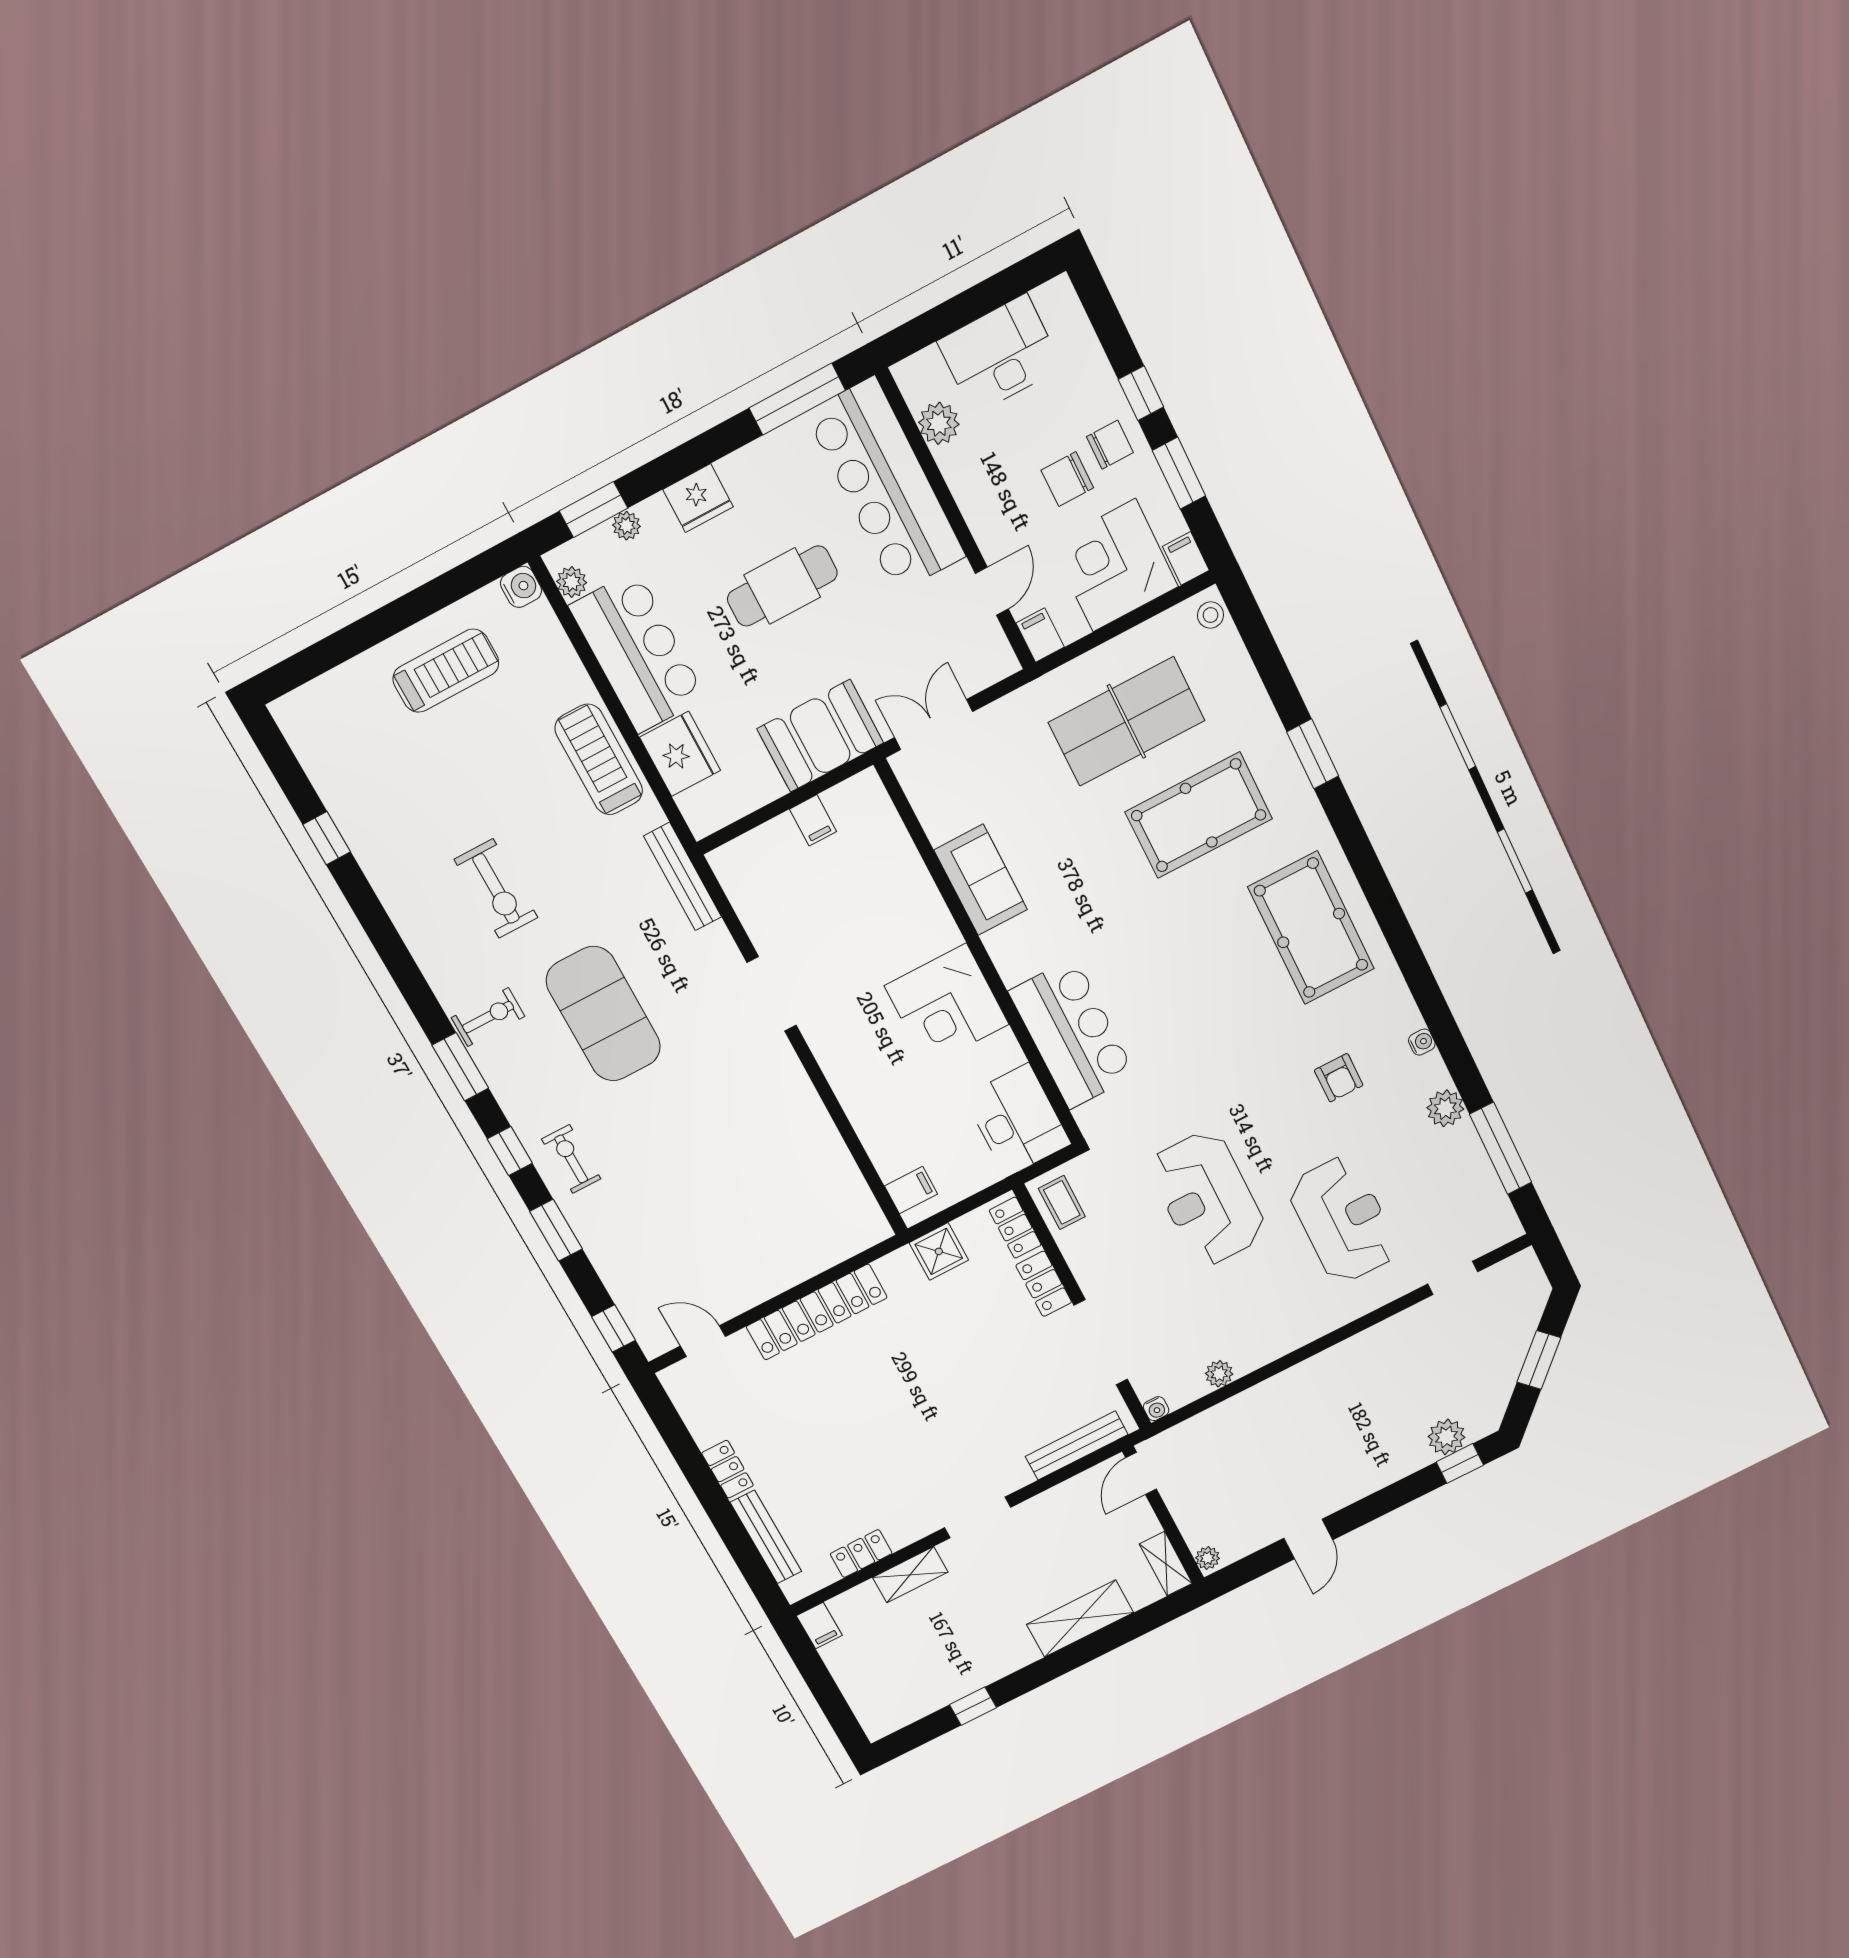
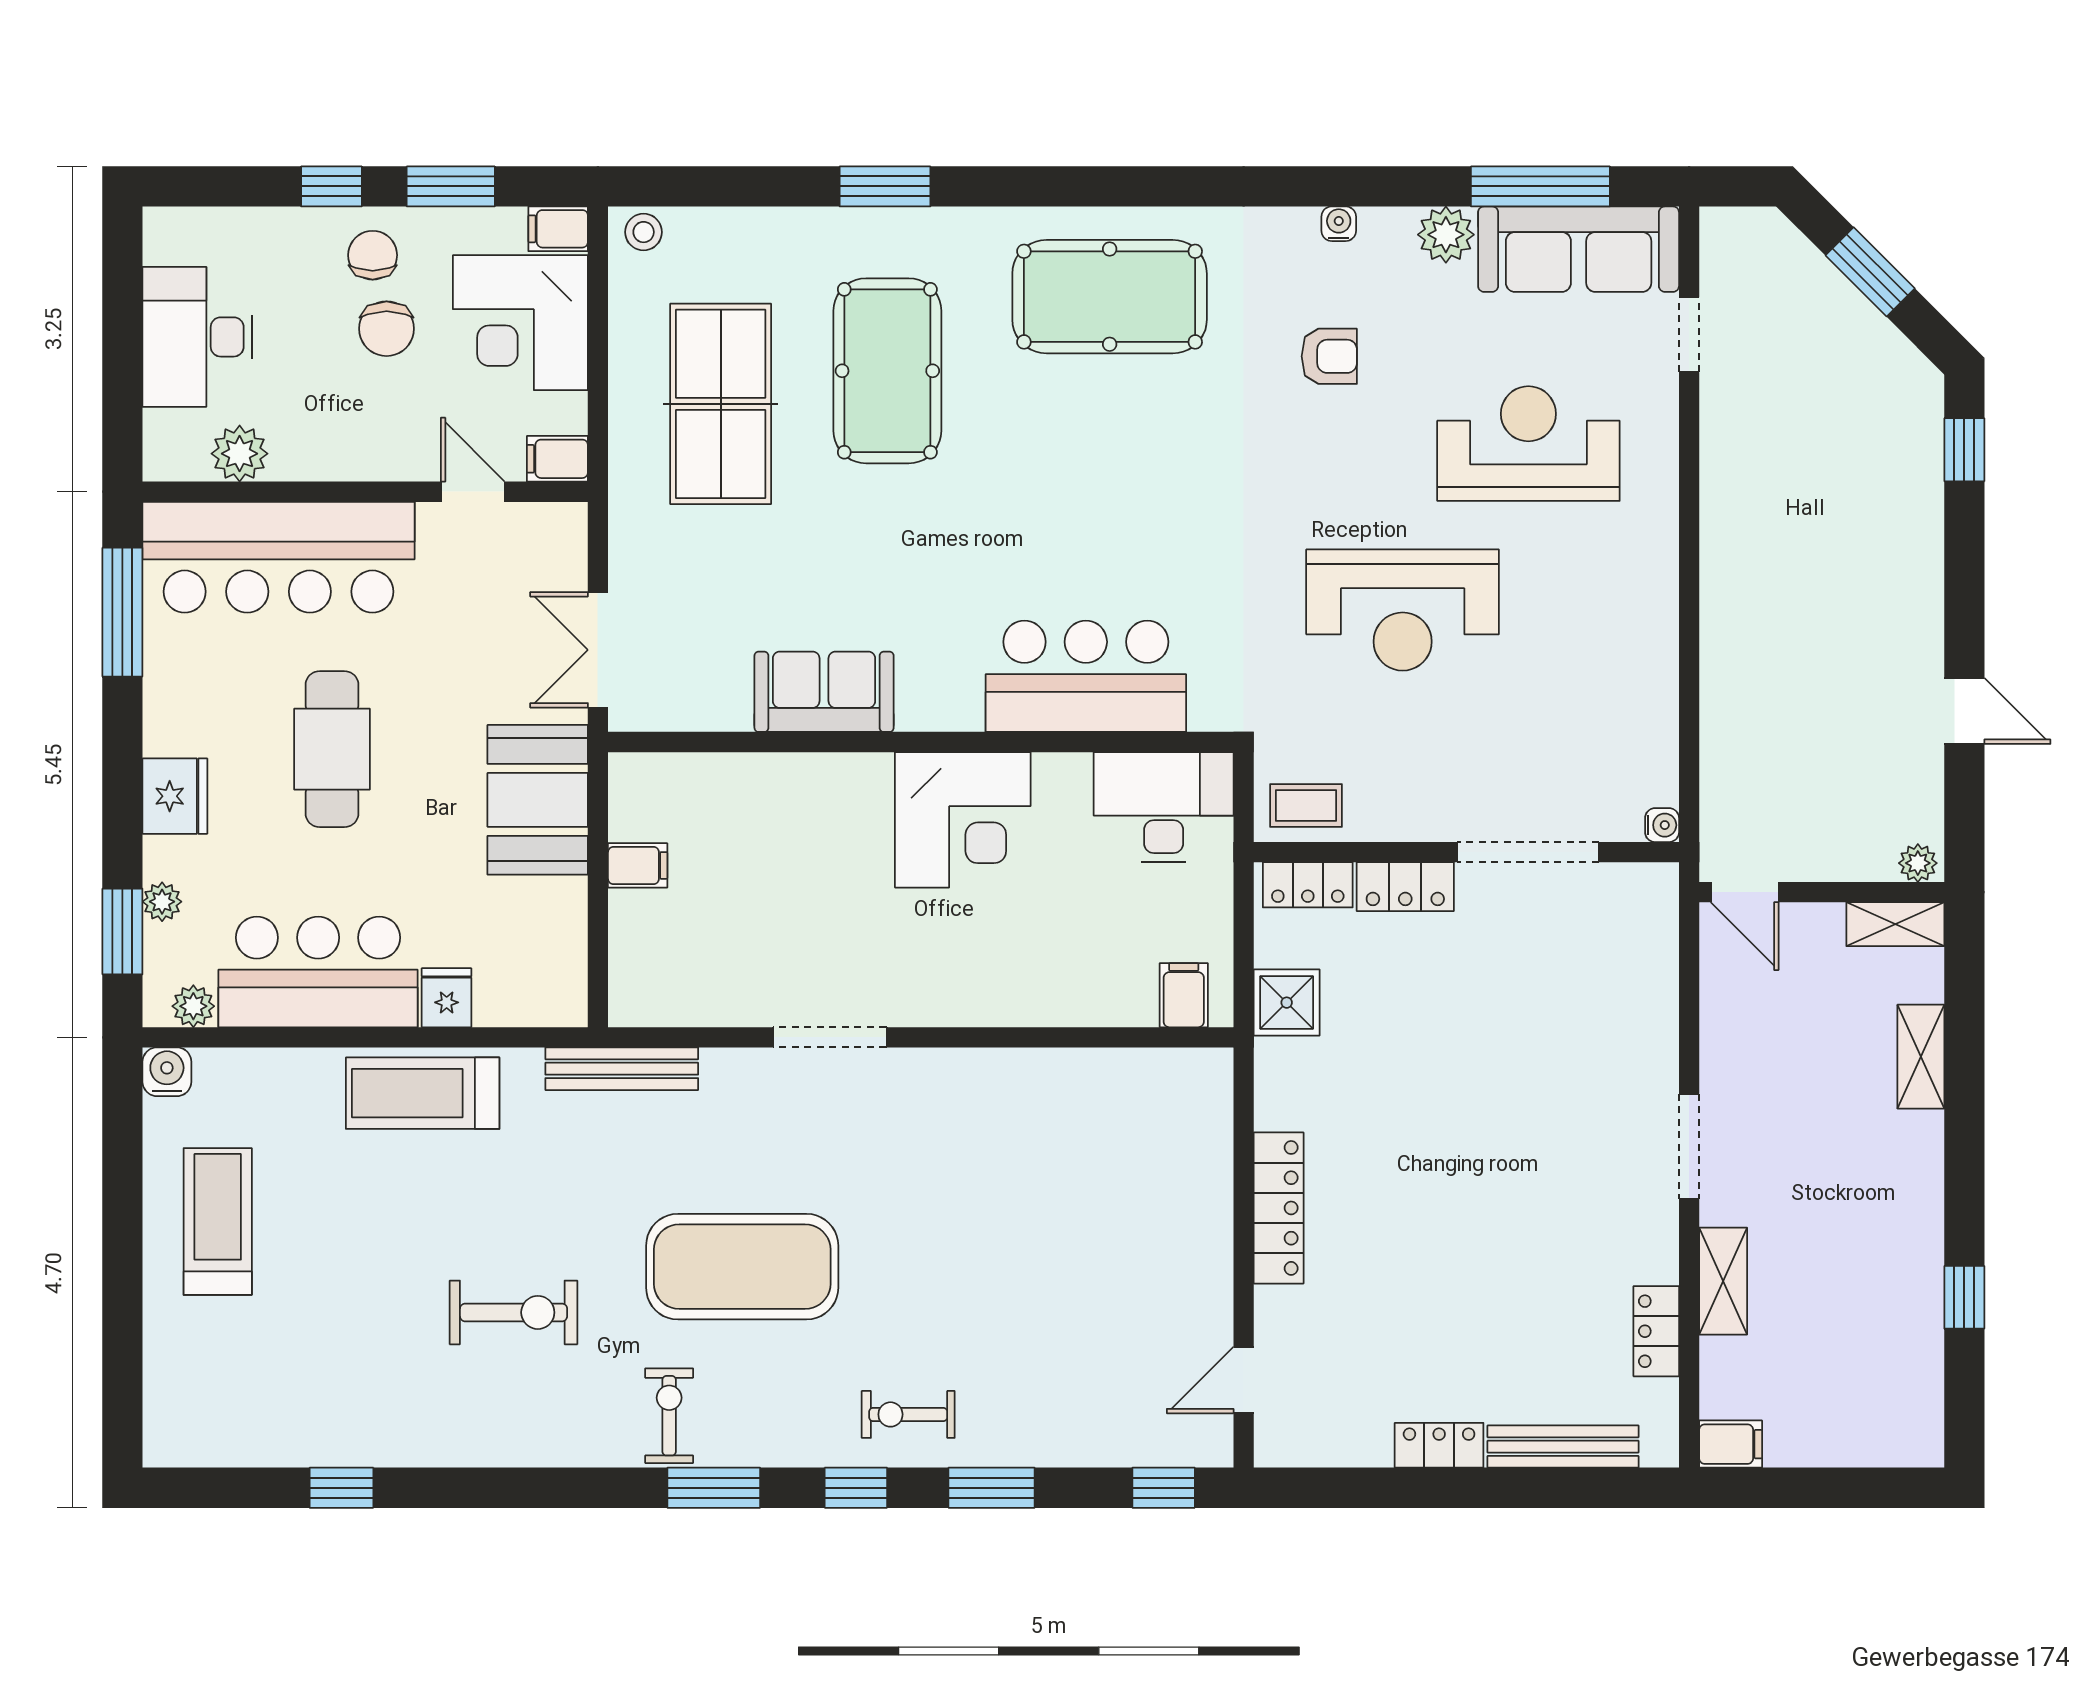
fridge: (680, 754) -> (447, 998), width x0.53, depth x0.75
sofa: (1473, 1189) -> (1579, 249), added
locker: (817, 1312) -> (1279, 1208), width x0.71, depth x0.83
plant: (1219, 1374) -> (1658, 715), removed
plant: (1447, 1437) -> (1915, 450), removed
bench: (1077, 1445) -> (1657, 959), removed
shelving: (1080, 1618) -> (1921, 1057), width x0.67, depth x0.75

